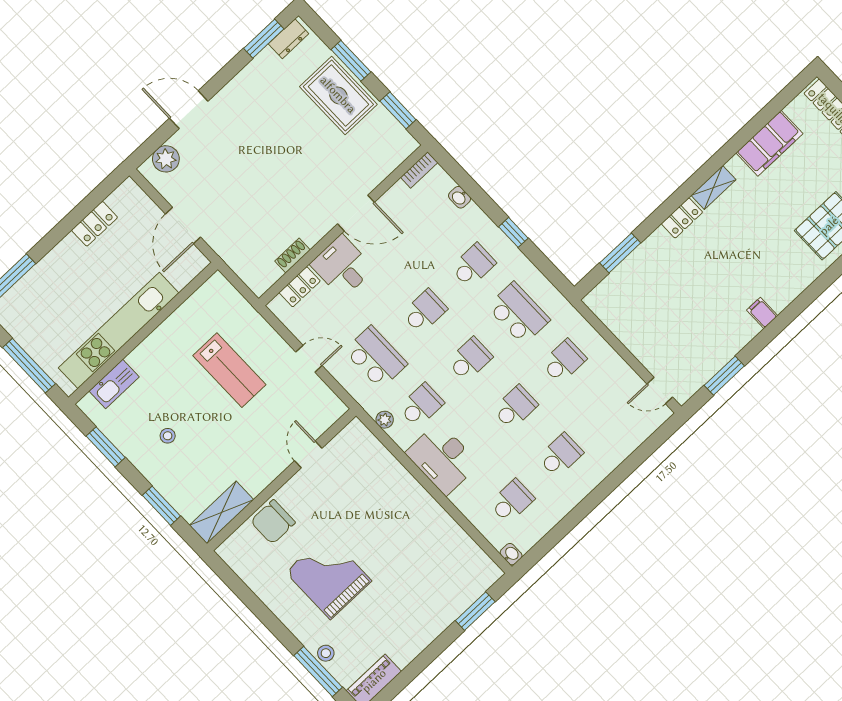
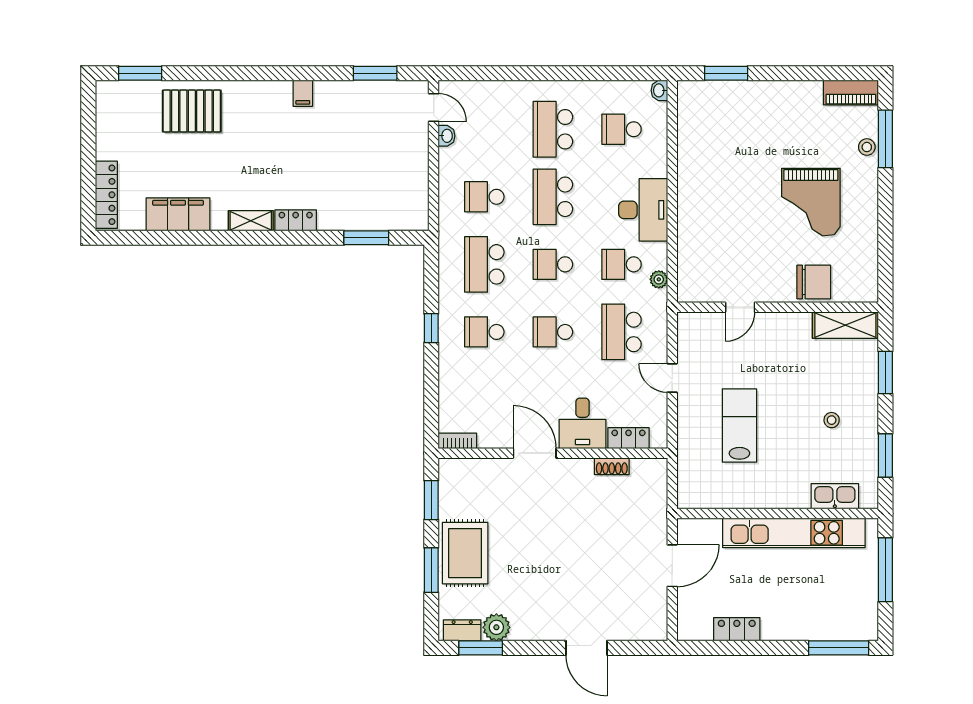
plant: (166, 159) -> (496, 627), moved
washbasin: (460, 197) -> (447, 136), moved
school desk: (515, 407) -> (553, 197), width x1.85
school desk: (560, 455) -> (553, 129), width x1.85

